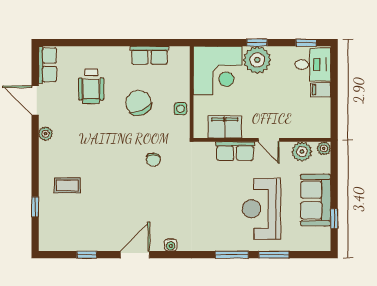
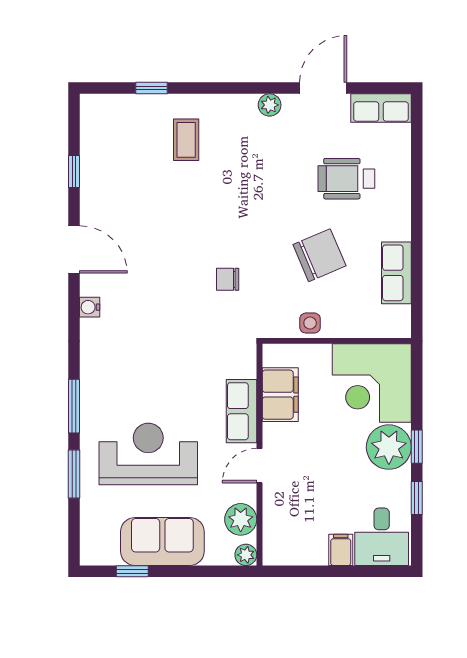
window: (306, 43) -> (417, 498), moved

